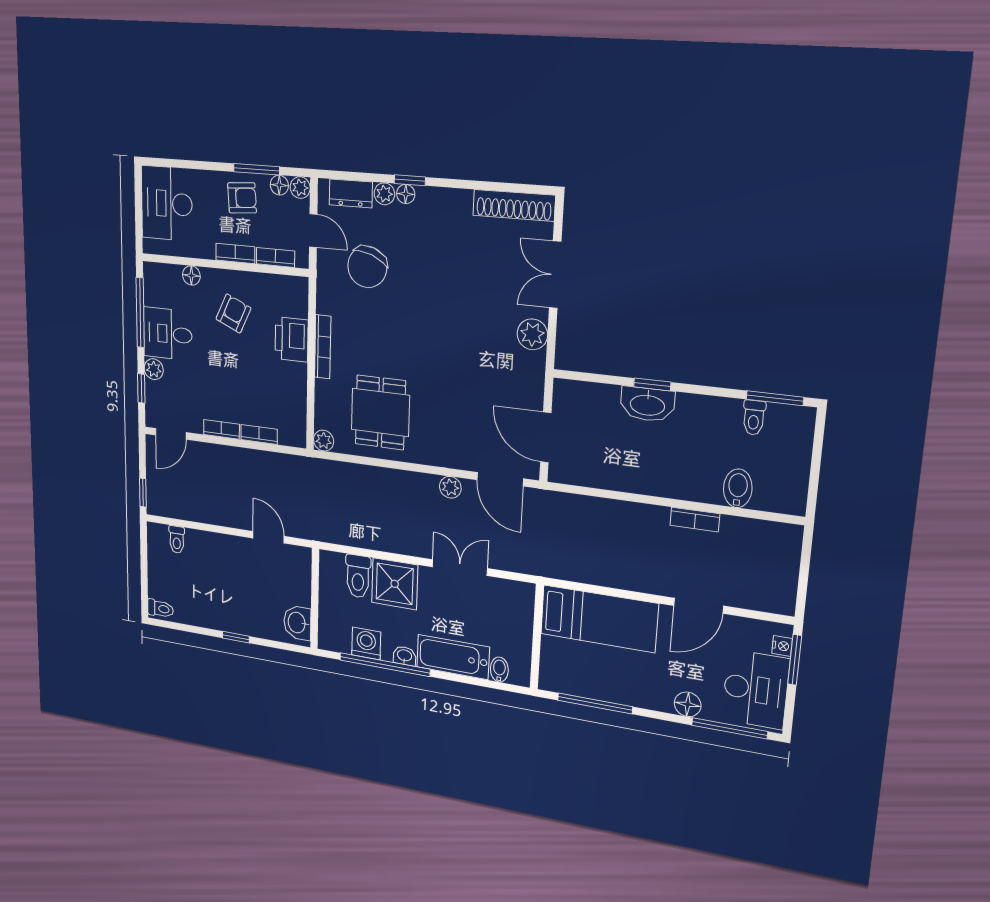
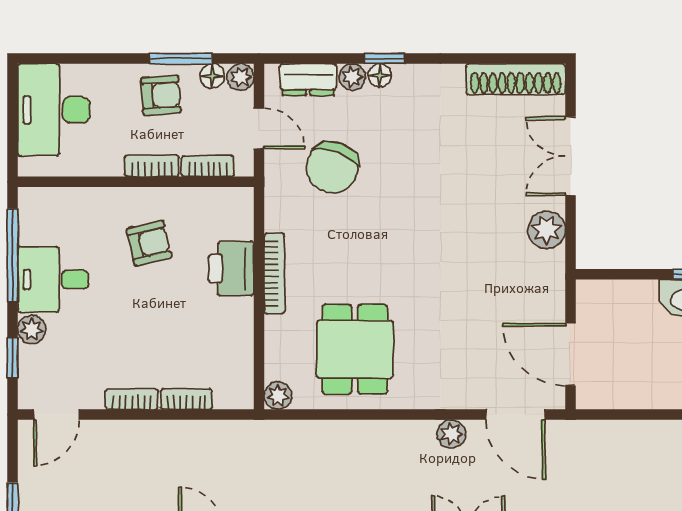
floor lamp: (191, 276) -> (89, 200), removed
armchair: (233, 313) -> (149, 243), turned 53

